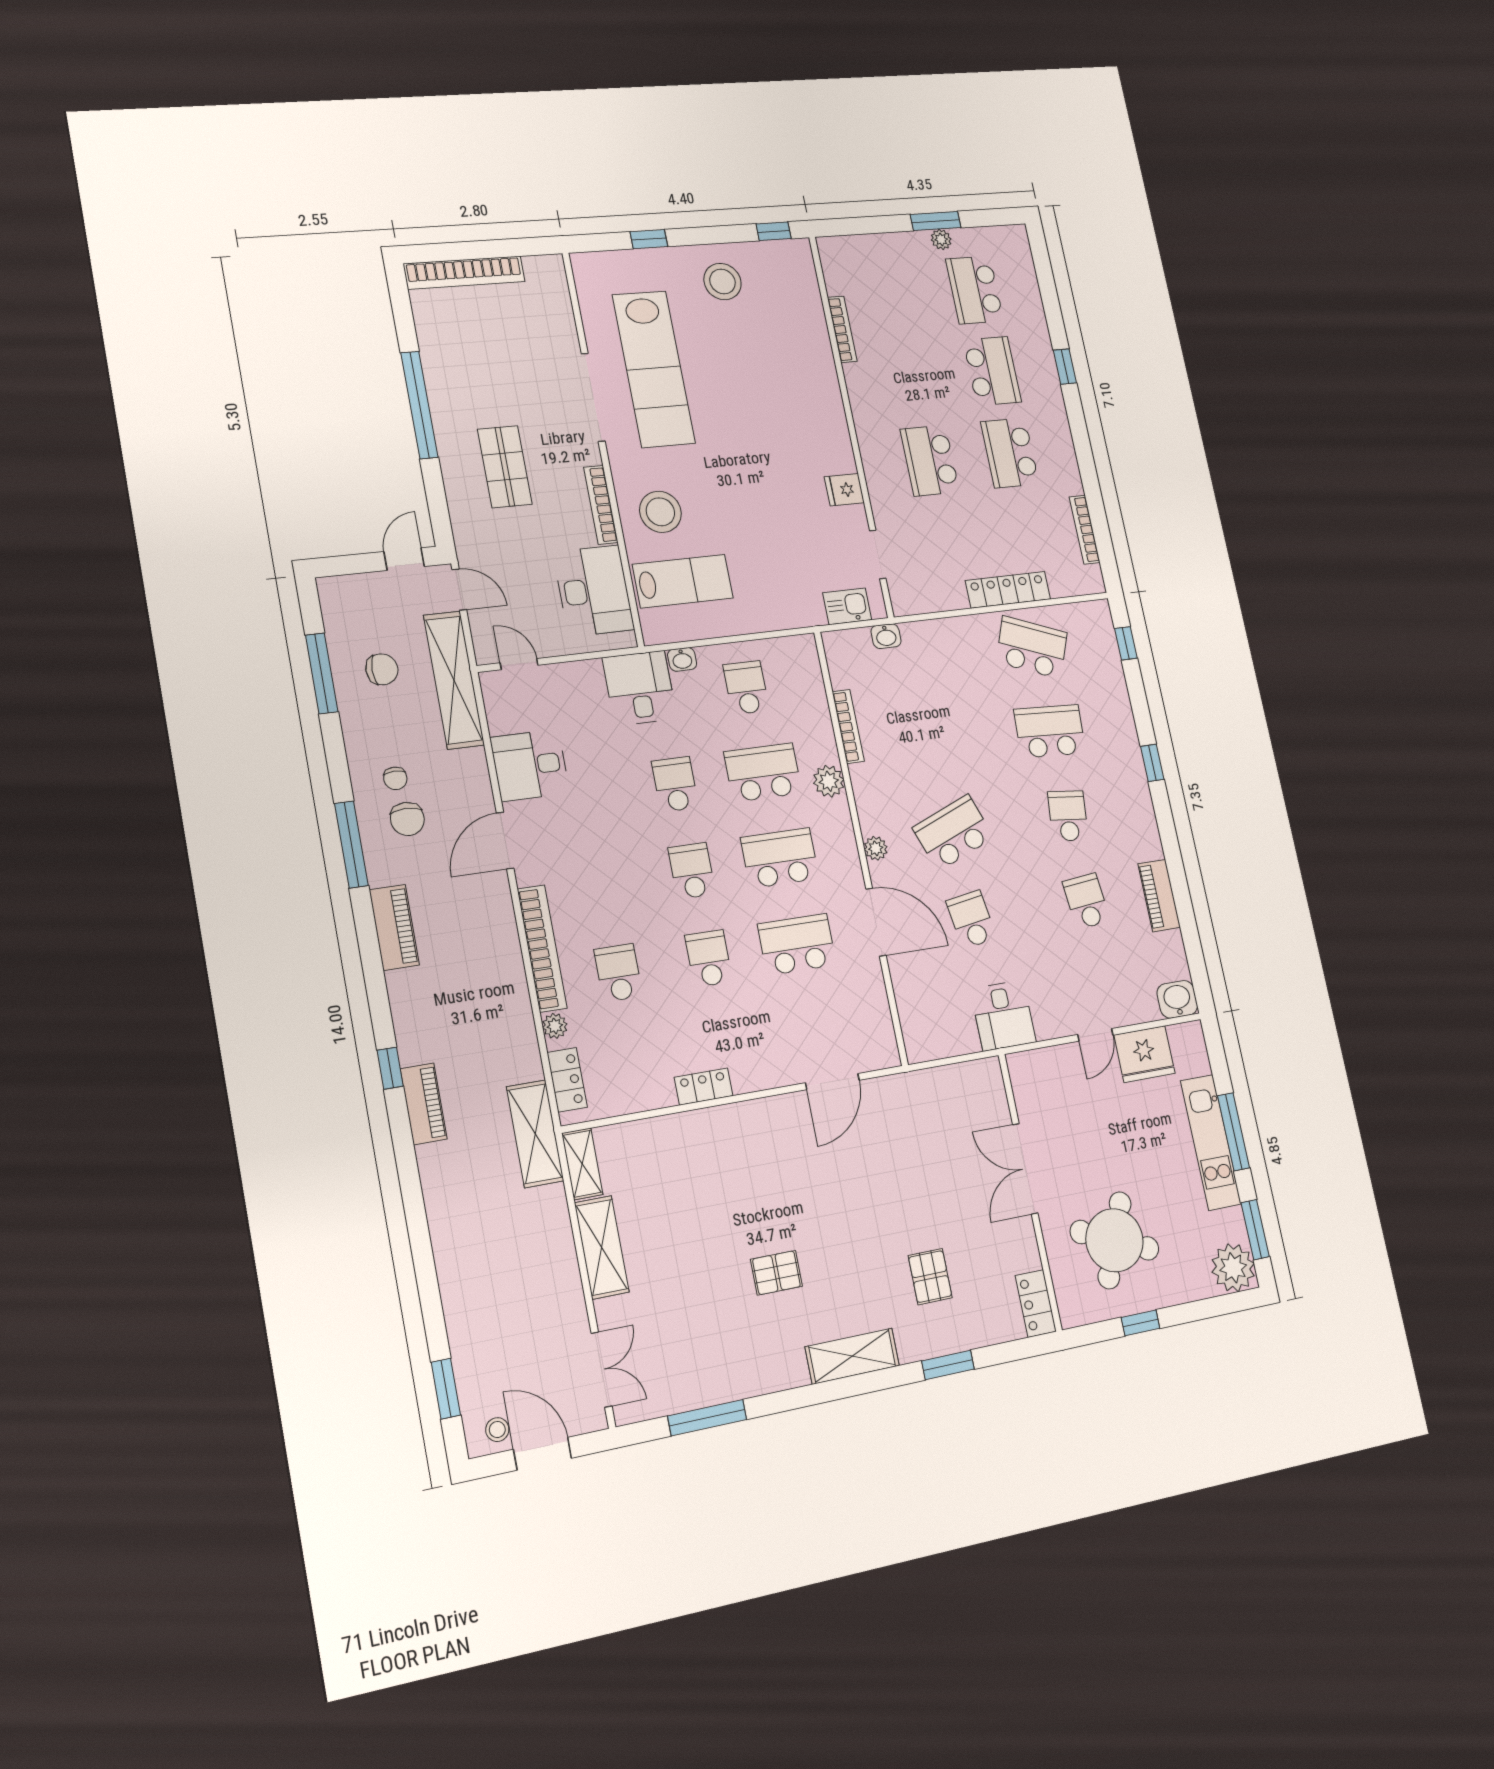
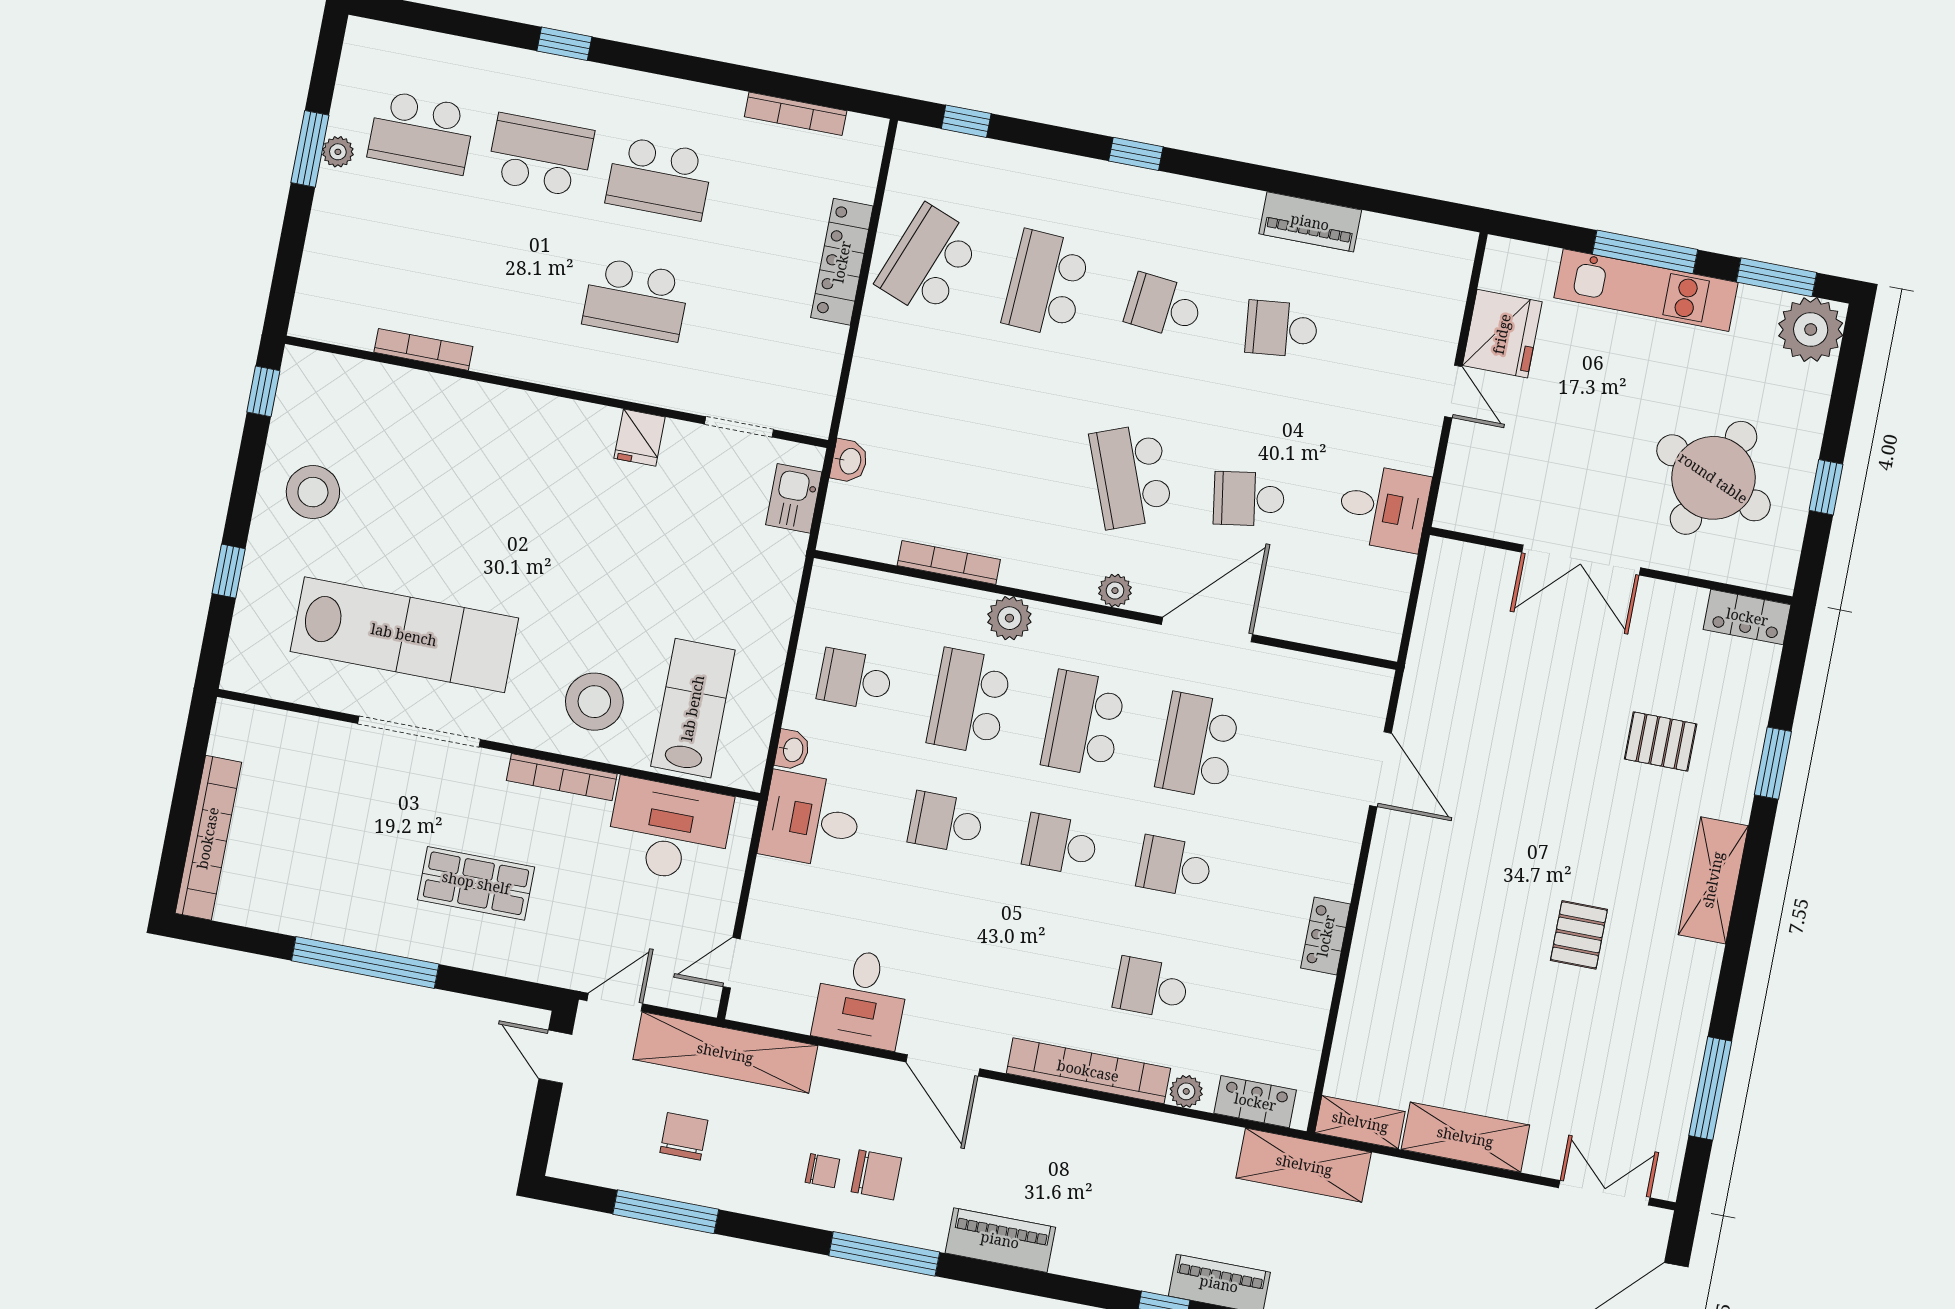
washbasin: (1177, 999) -> (1451, 256), removed

